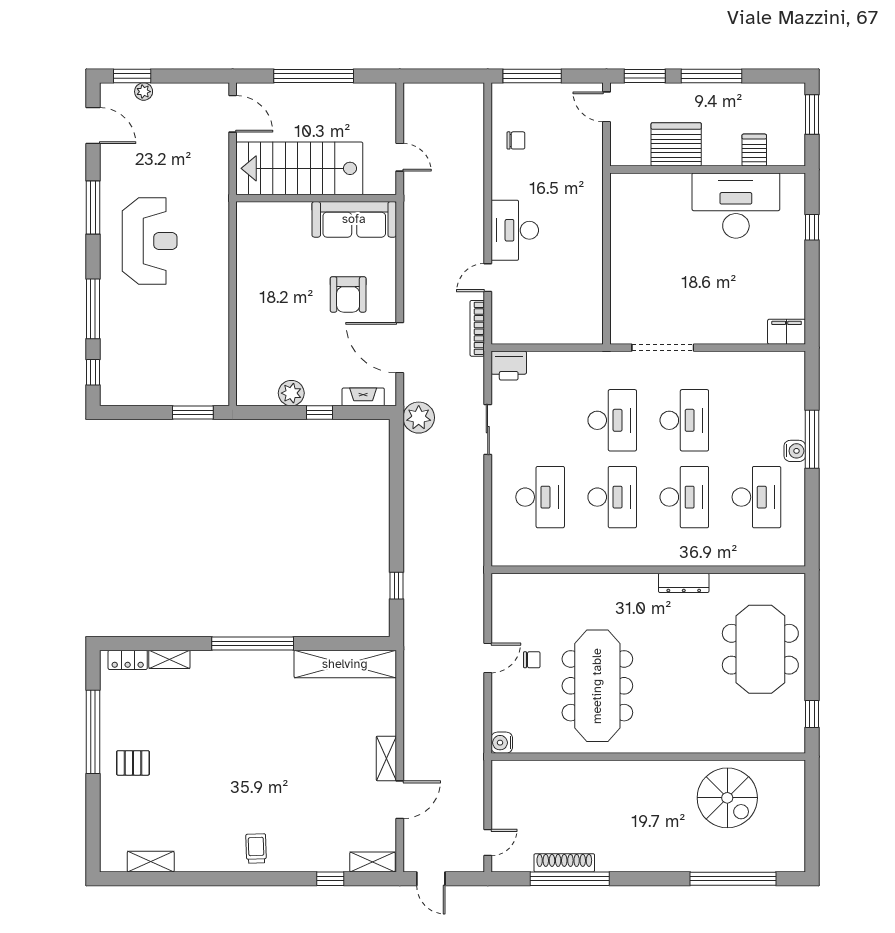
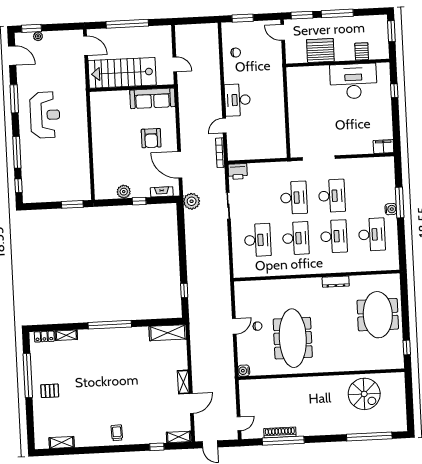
window: (532, 76) -> (243, 18), width x0.69
shelving: (345, 664) -> (168, 333), width x0.68

